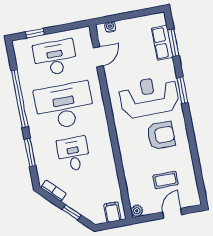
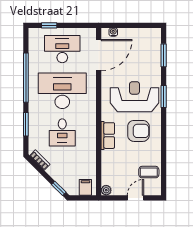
row of seats: (162, 43) -> (108, 136), moved, turned 180
door: (98, 57) -> (99, 55), width x1.88
desk: (73, 154) -> (62, 132), turned 180
coffee table: (166, 180) -> (149, 172), moved
window: (72, 212) -> (59, 188), moved

